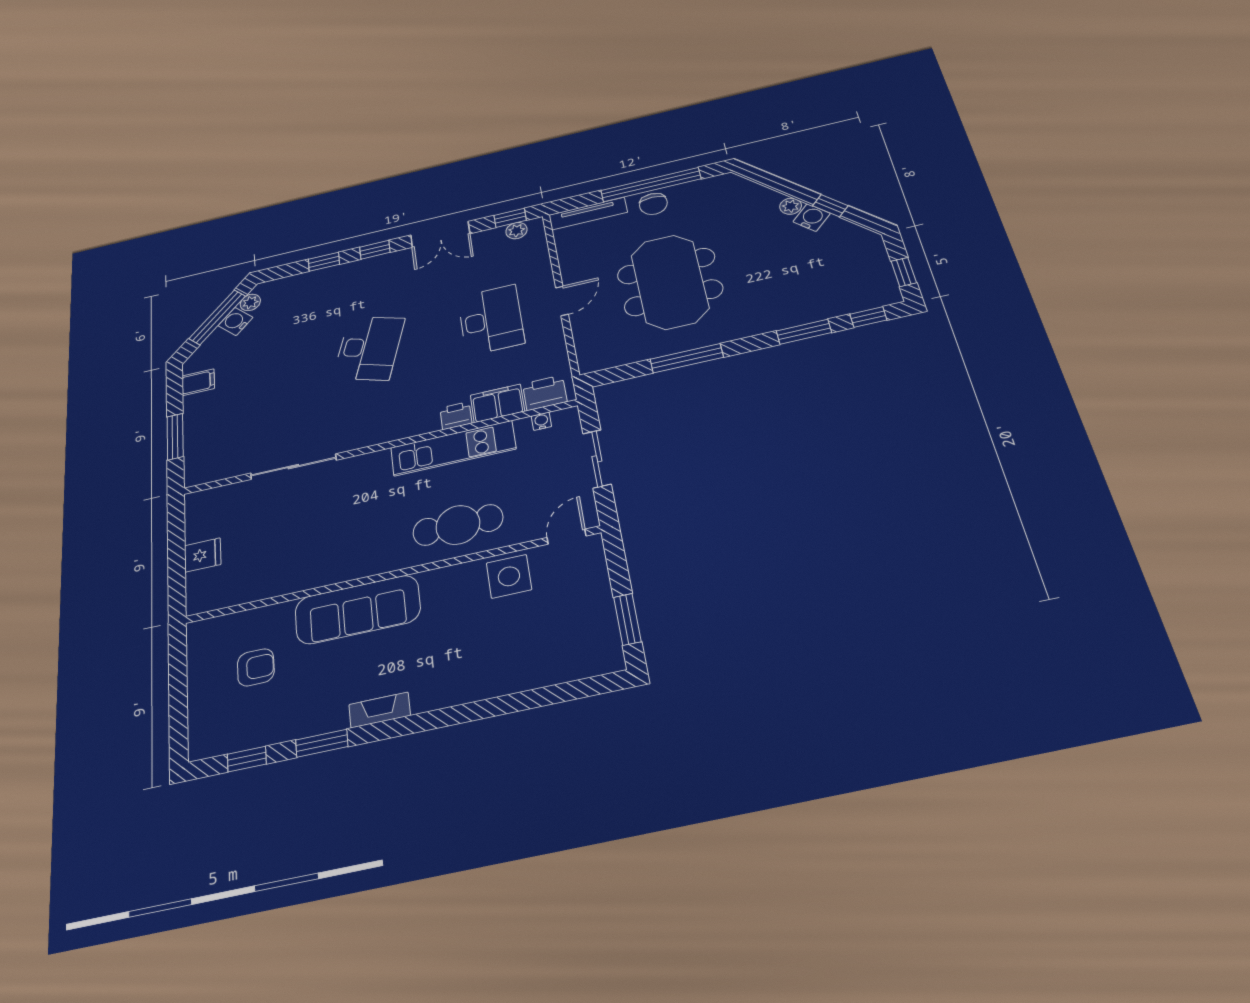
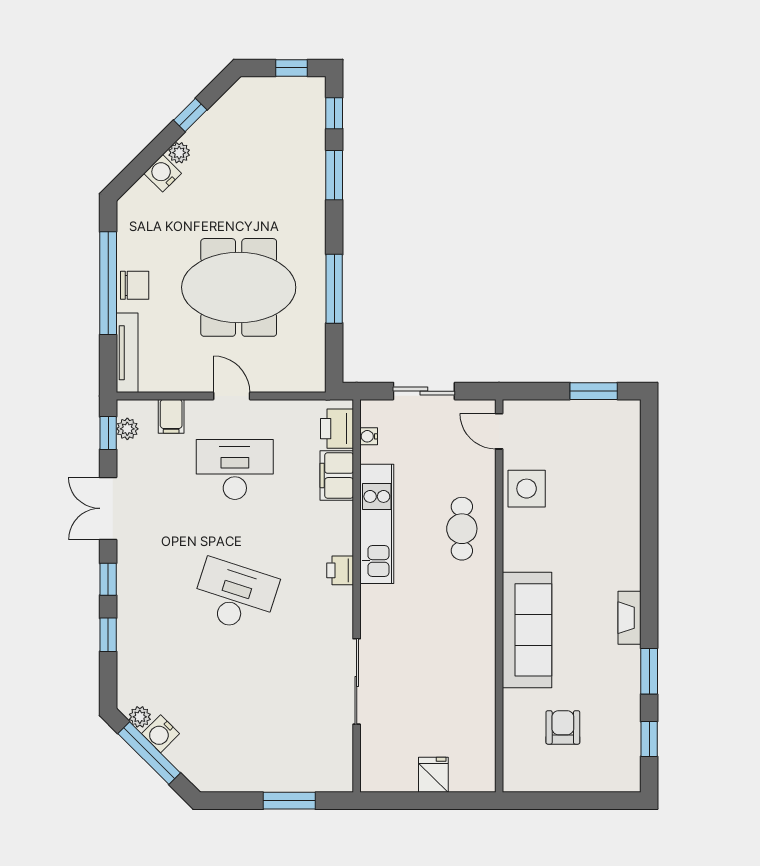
water cooler: (812, 218) -> (163, 173), moved
double door: (440, 234) -> (108, 508), swing flipped
filing cabinet: (198, 382) -> (171, 416), moved, turned 180
printer: (456, 416) -> (340, 570), moved
cafe table: (458, 525) -> (462, 529), width x0.73, depth x0.74

